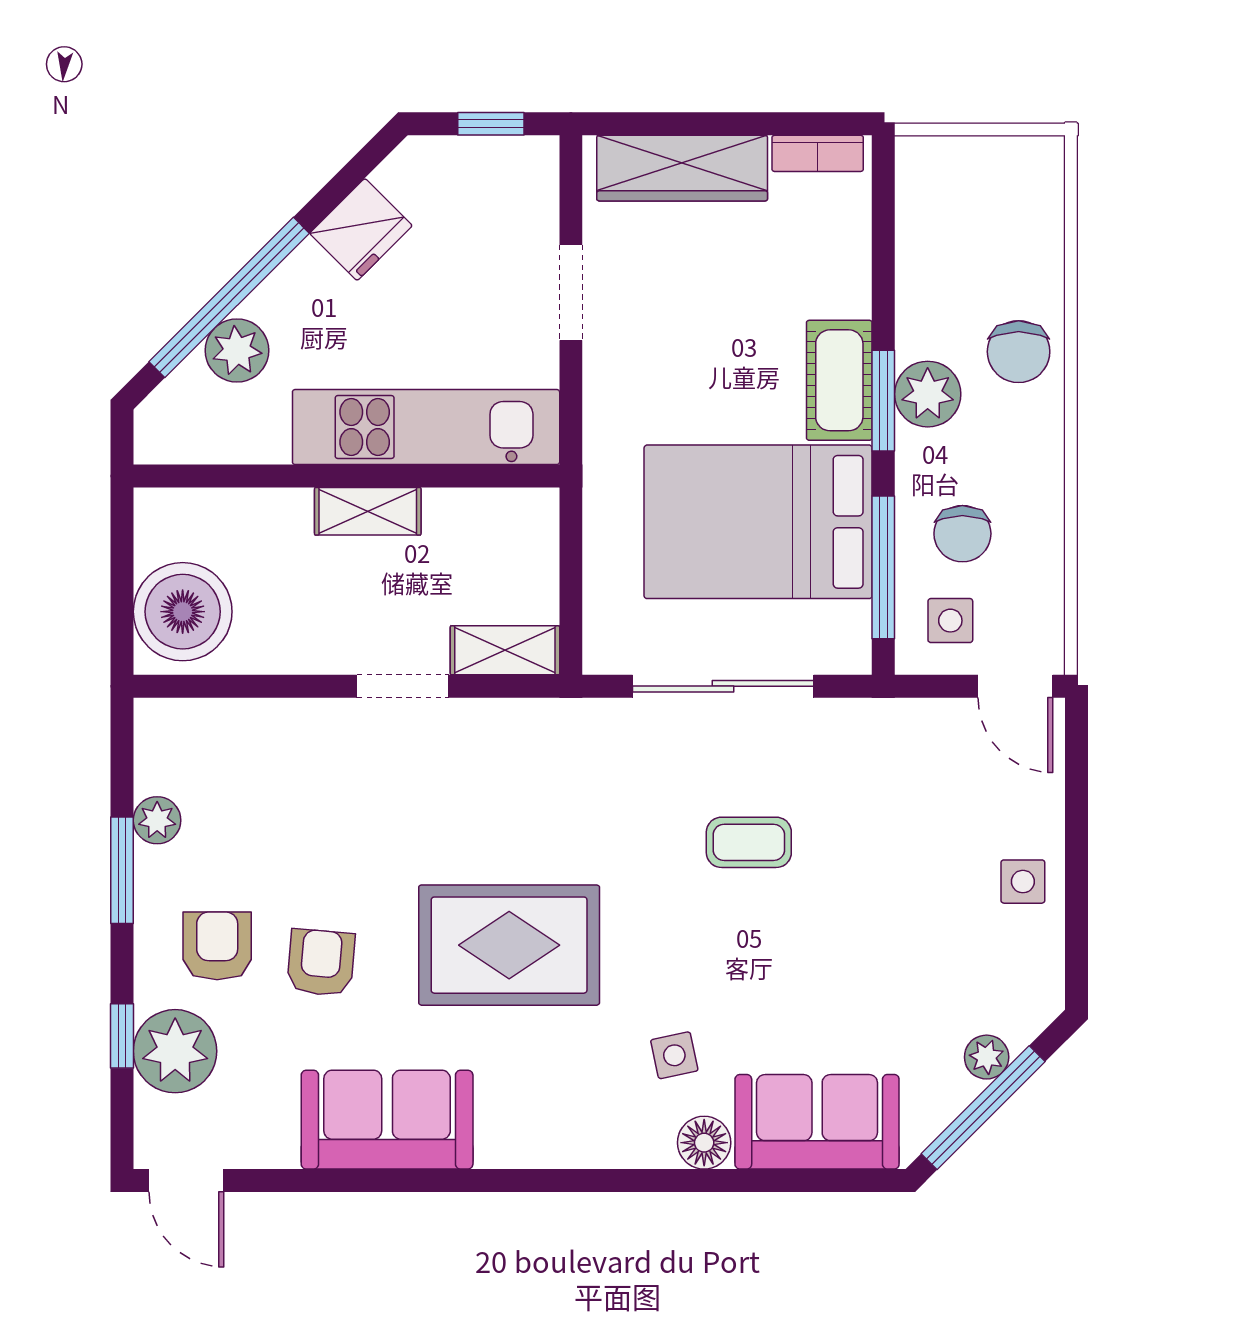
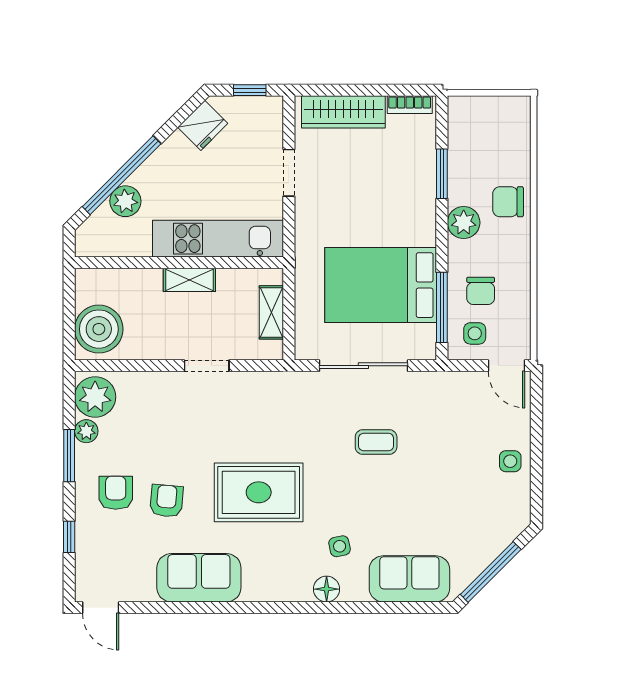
fridge: (361, 229) -> (203, 125), moved
chair: (1019, 352) -> (508, 202), turned 90
cot: (839, 380) -> (420, 216), removed
window: (883, 401) -> (442, 174), moved
shelving: (505, 650) -> (271, 312), moved, turned 90
plant: (175, 1051) -> (95, 397), moved
plant: (987, 1057) -> (492, 547), removed
floor lamp: (704, 1143) -> (327, 589), moved

